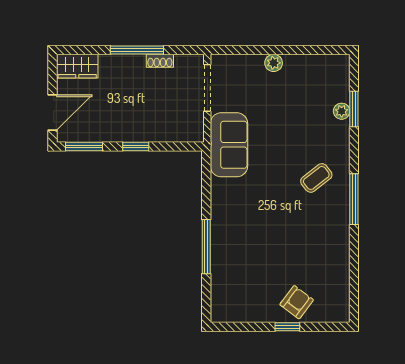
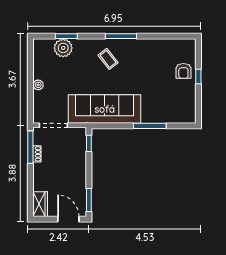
window: (137, 50) -> (30, 147), moved
plant: (342, 111) -> (63, 48), width x1.87, depth x1.87
sofa: (229, 145) -> (105, 109), width x1.85, depth x1.27
window: (136, 146) -> (89, 143), moved
armchair: (297, 302) -> (183, 71), turned -127

